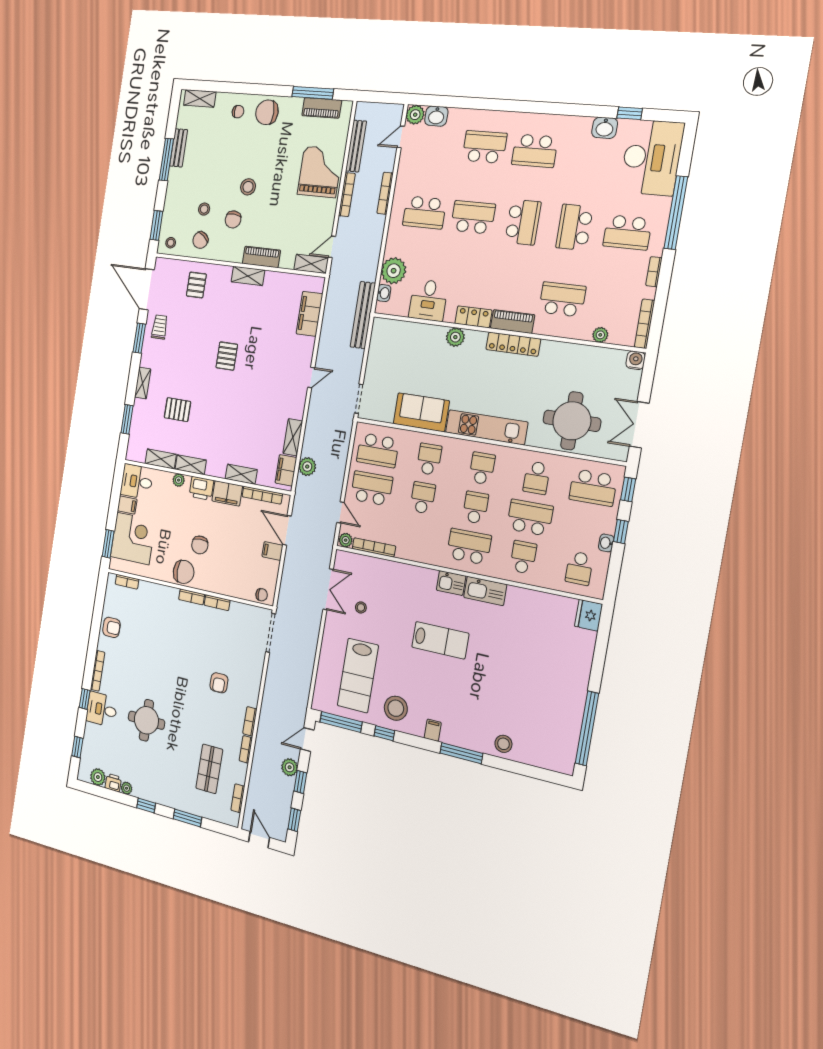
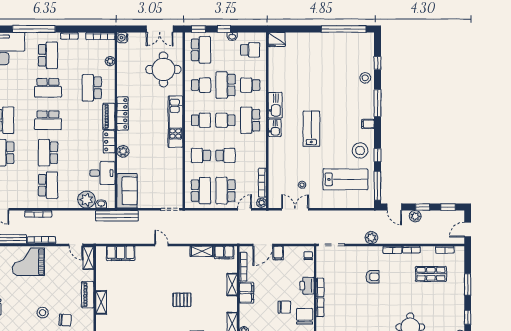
school desk: (523, 222) -> (48, 120), turned 180
pallet: (227, 356) -> (182, 300), moved
sofa: (421, 412) -> (127, 191), moved, turned 180
plant: (307, 467) -> (371, 238), moved
school desk: (482, 468) -> (201, 120), turned 180
printer: (201, 488) -> (307, 286), moved, turned 180
school desk: (423, 498) -> (226, 155), turned 180
window: (523, 769) -> (377, 63), added

